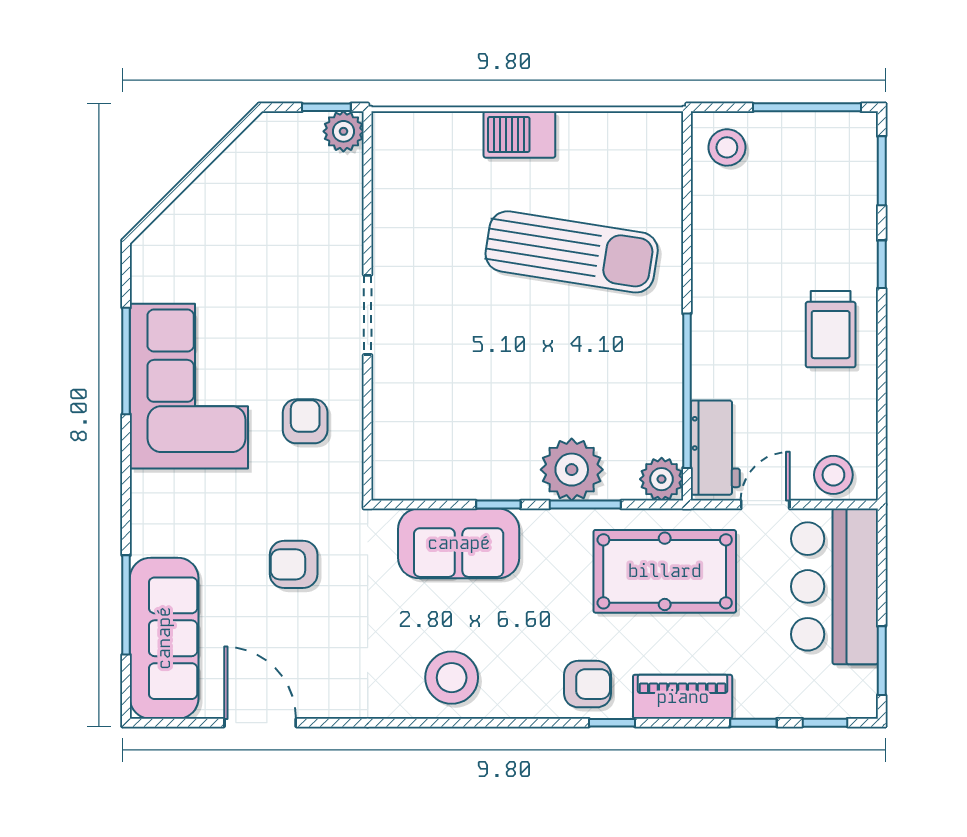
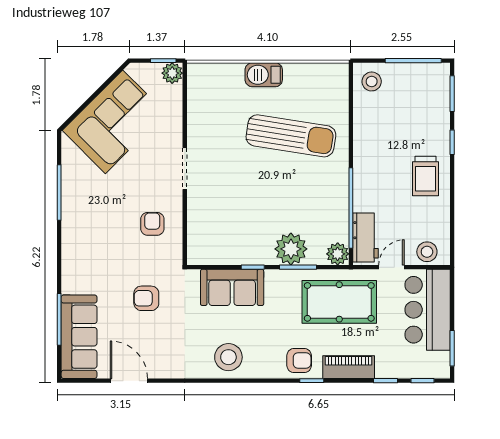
corner sofa: (189, 386) -> (114, 122), moved, turned 45

